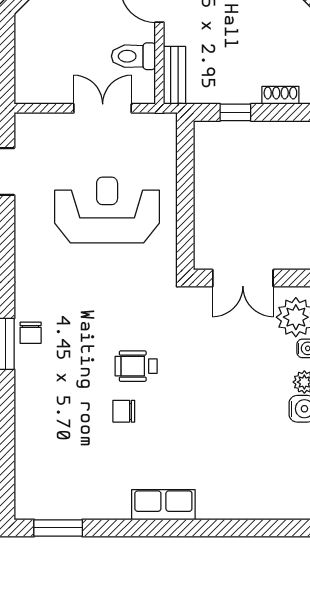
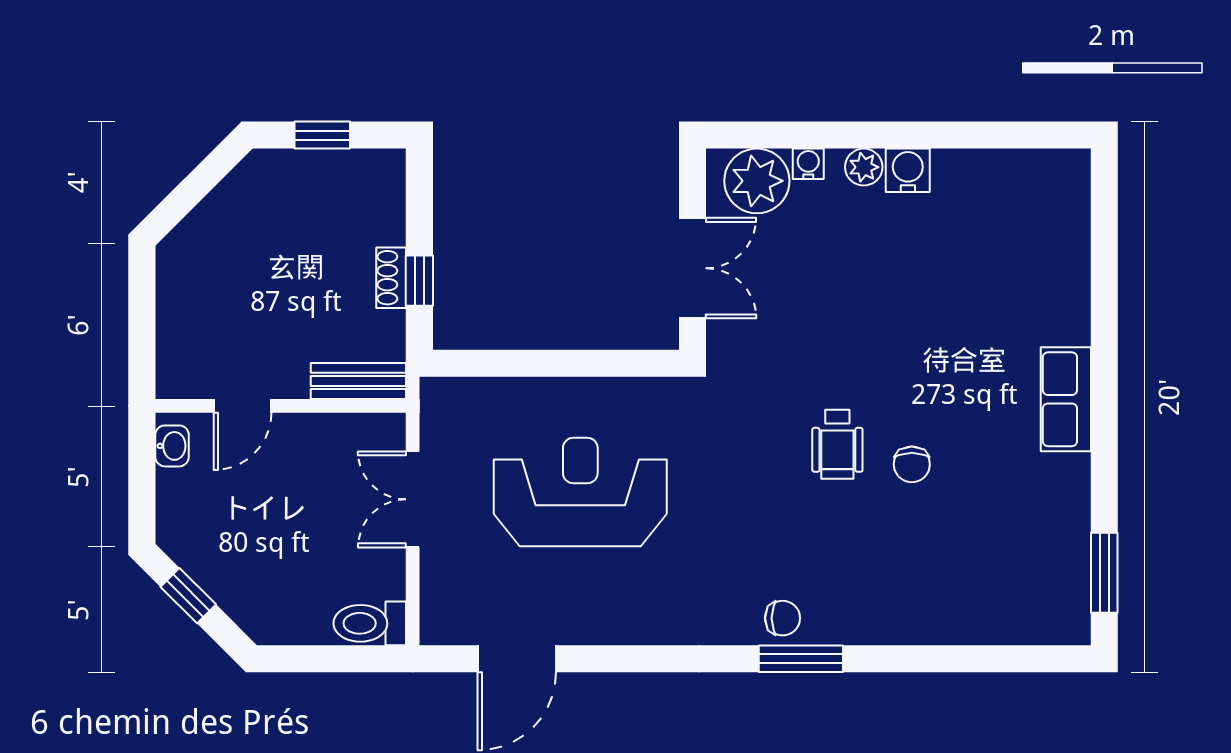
toilet: (133, 56) -> (370, 623), moved, turned 90
shoe rack: (280, 95) -> (391, 278), moved
reception desk: (107, 210) -> (580, 492), turned 90

